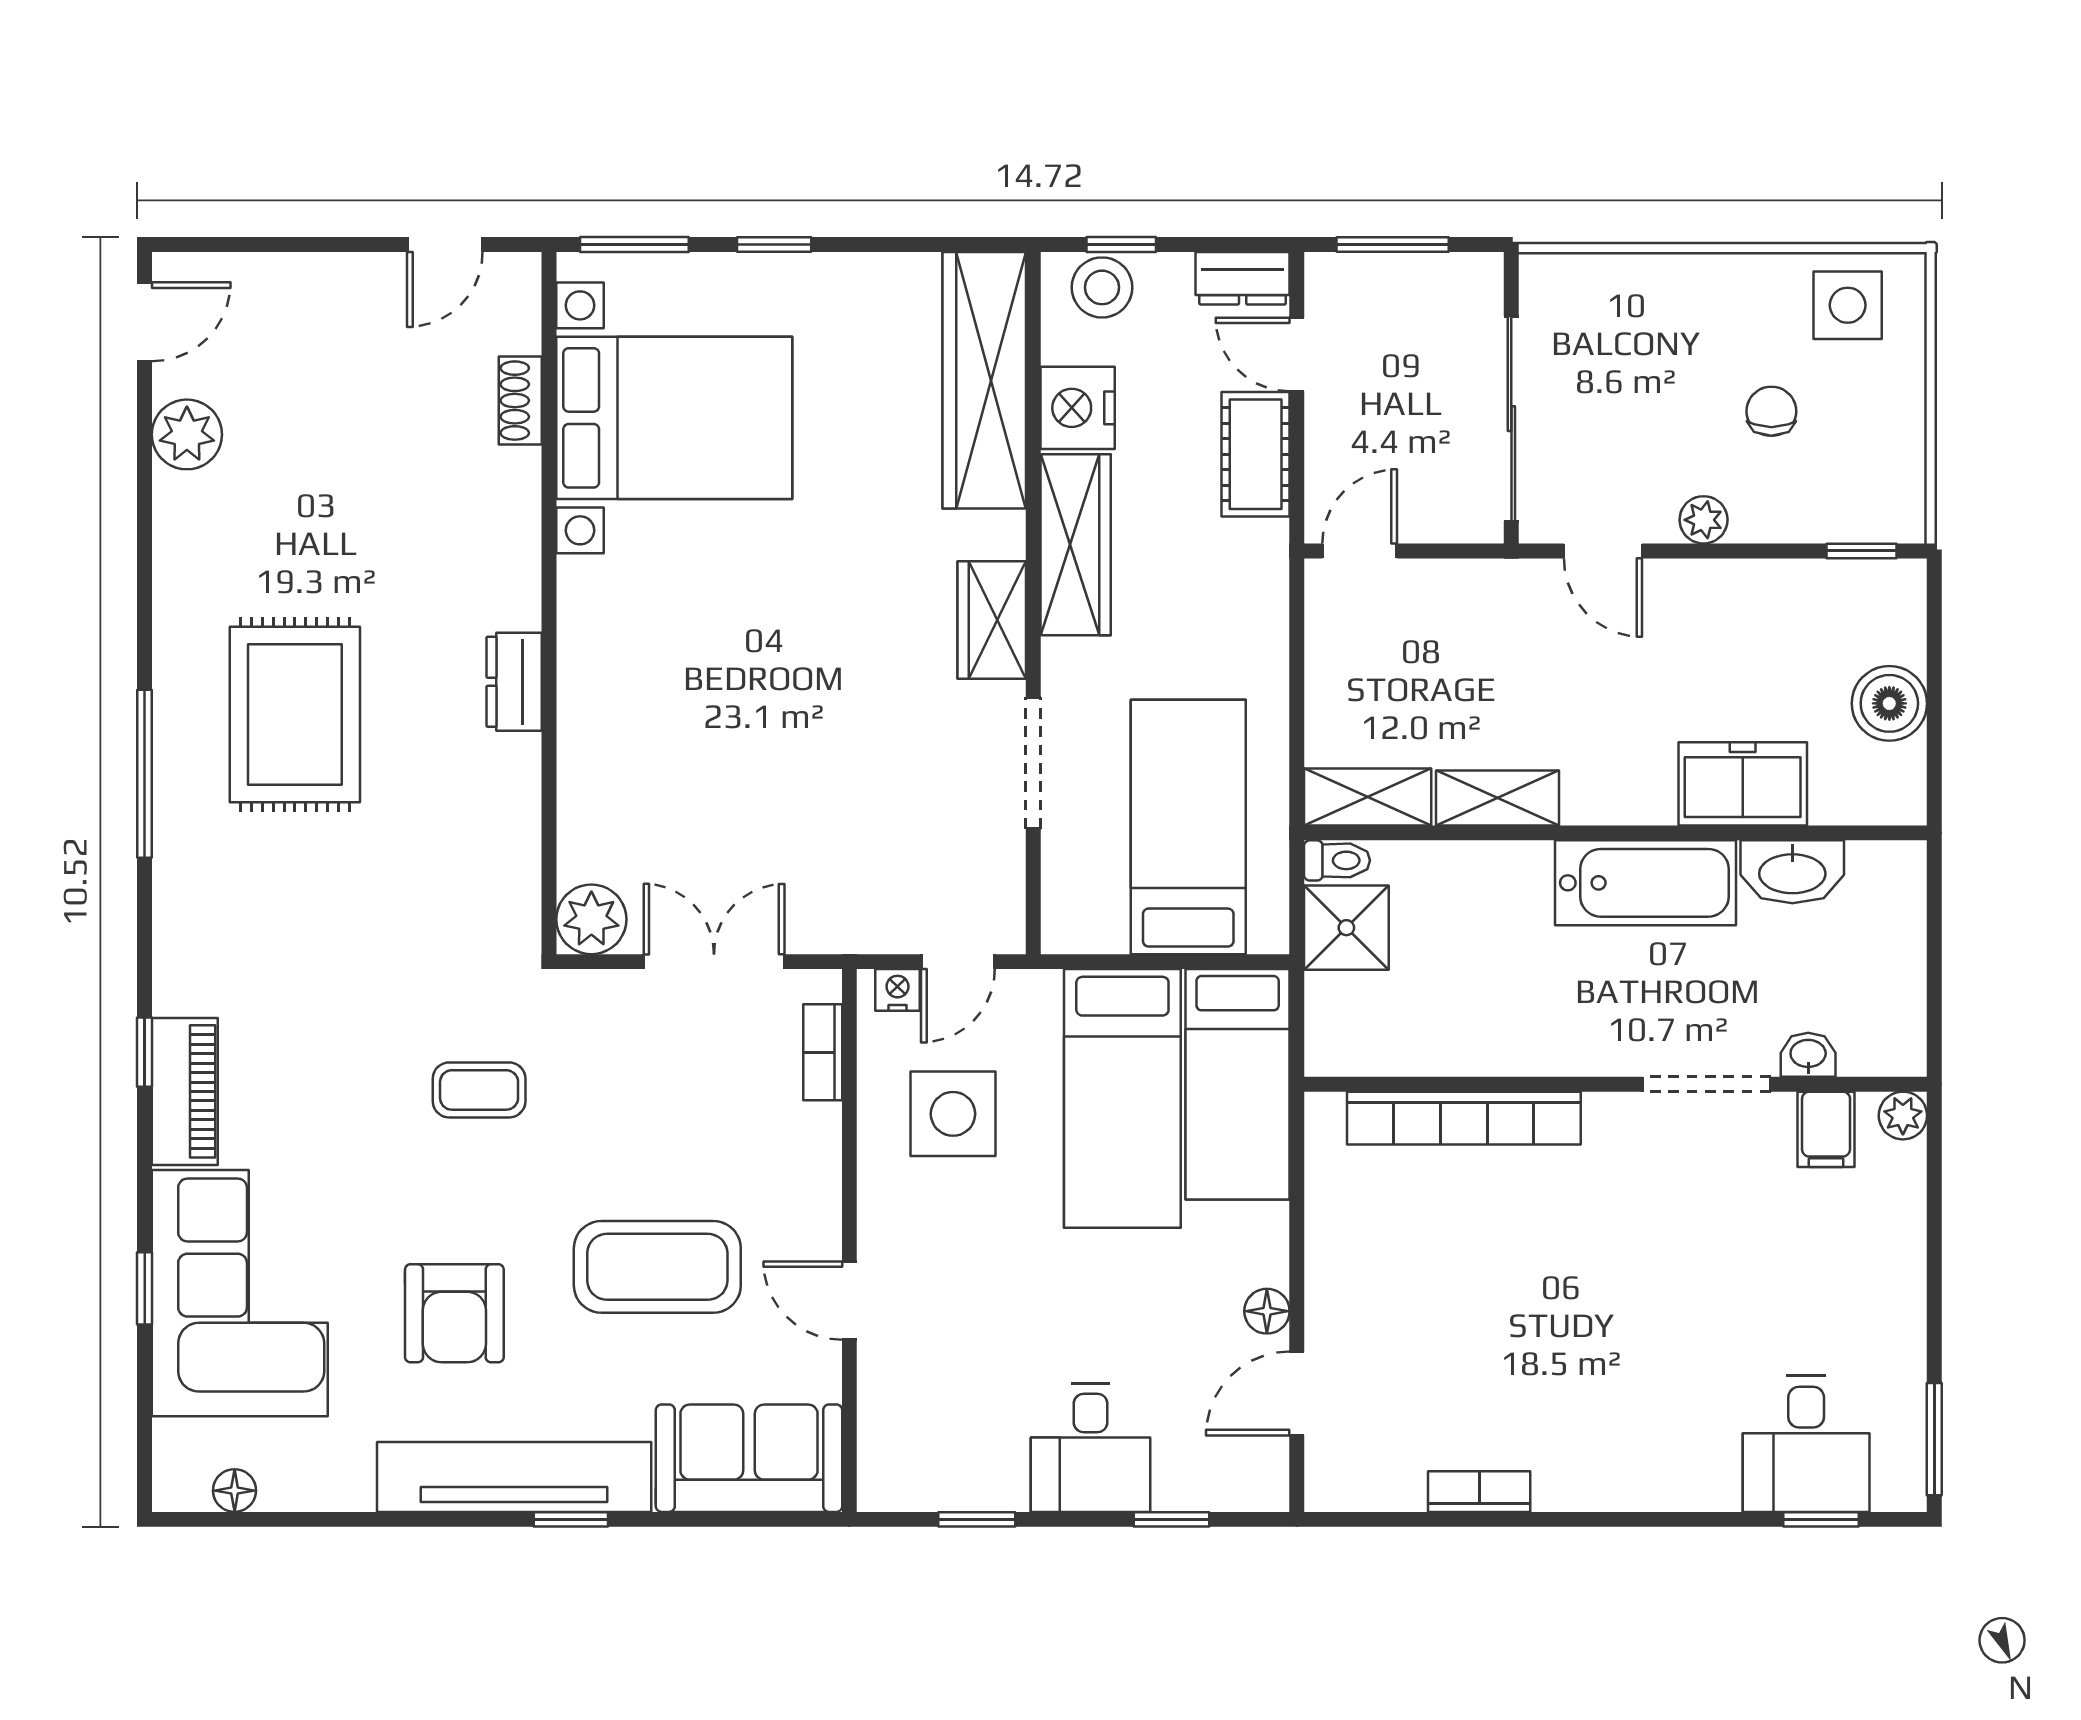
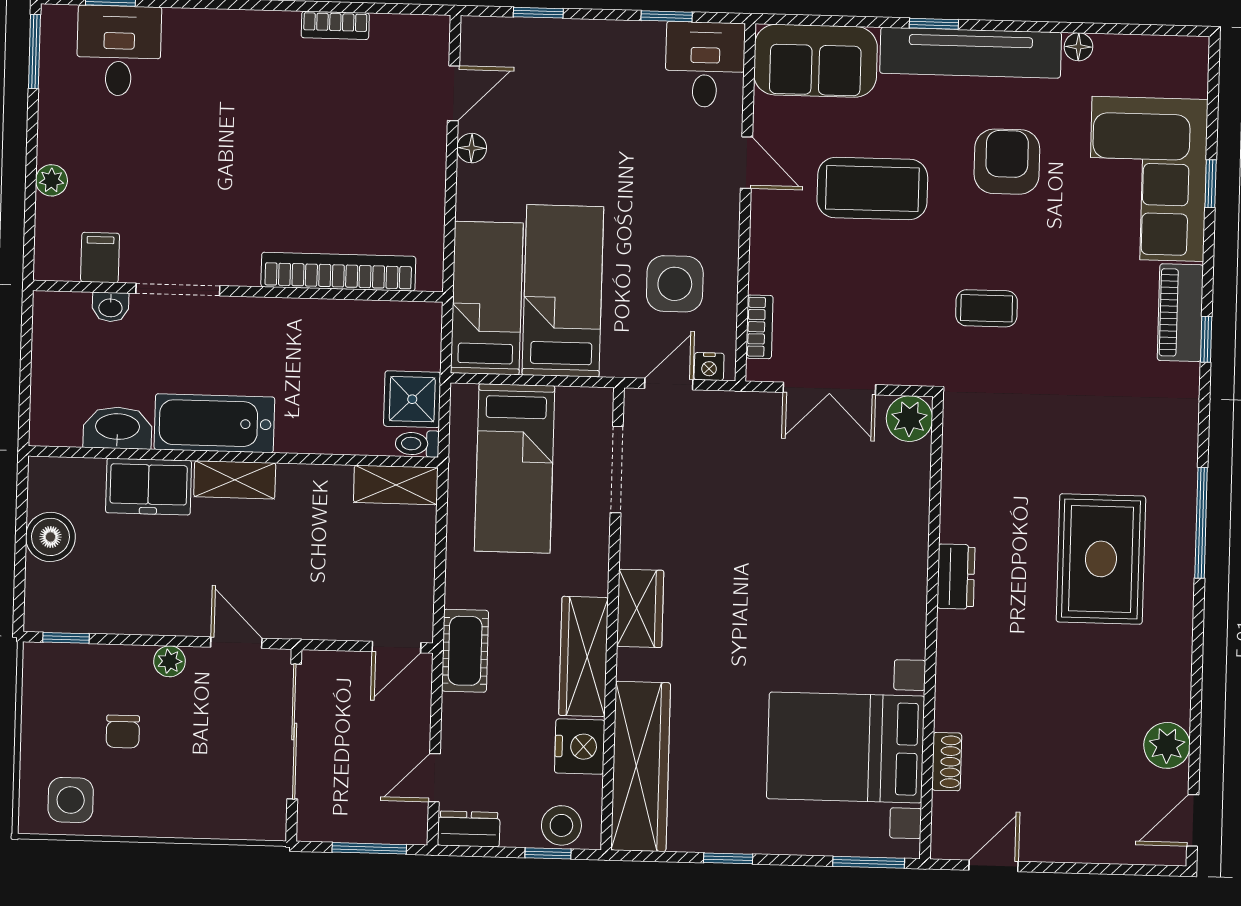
window: (774, 244) -> (728, 858), moved
door: (1297, 354) -> (434, 778), swing flipped
cot: (1256, 454) -> (465, 651), moved
doorway: (1033, 763) -> (617, 469), moved
shelving: (1497, 798) -> (235, 480), moved
plant: (1903, 1116) -> (52, 180), moved
desk: (1091, 1448) -> (705, 65), moved
floor lamp: (235, 1491) -> (1078, 47), moved

